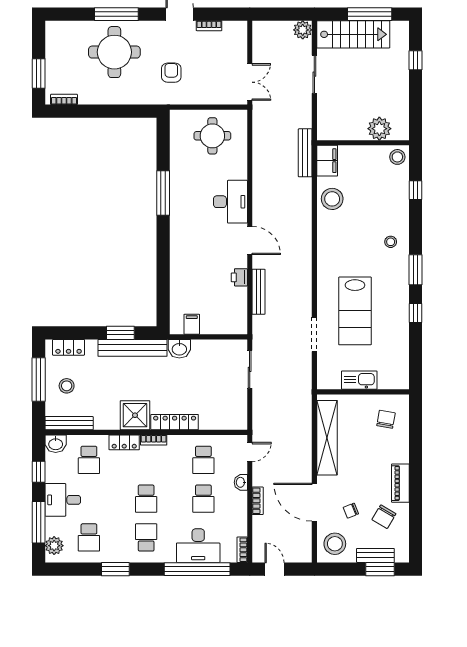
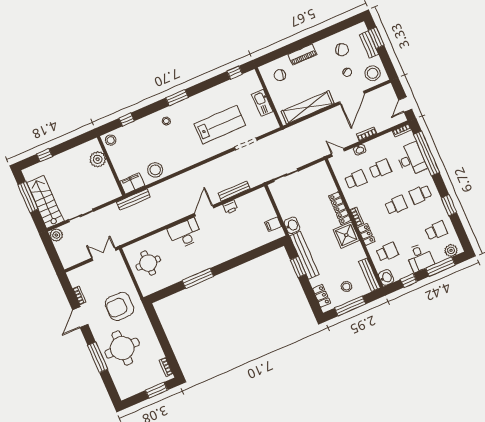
armchair: (171, 73) -> (120, 306), width x1.88, depth x1.88
window: (416, 313) -> (235, 73), moved
piano: (400, 483) -> (302, 54), moved

